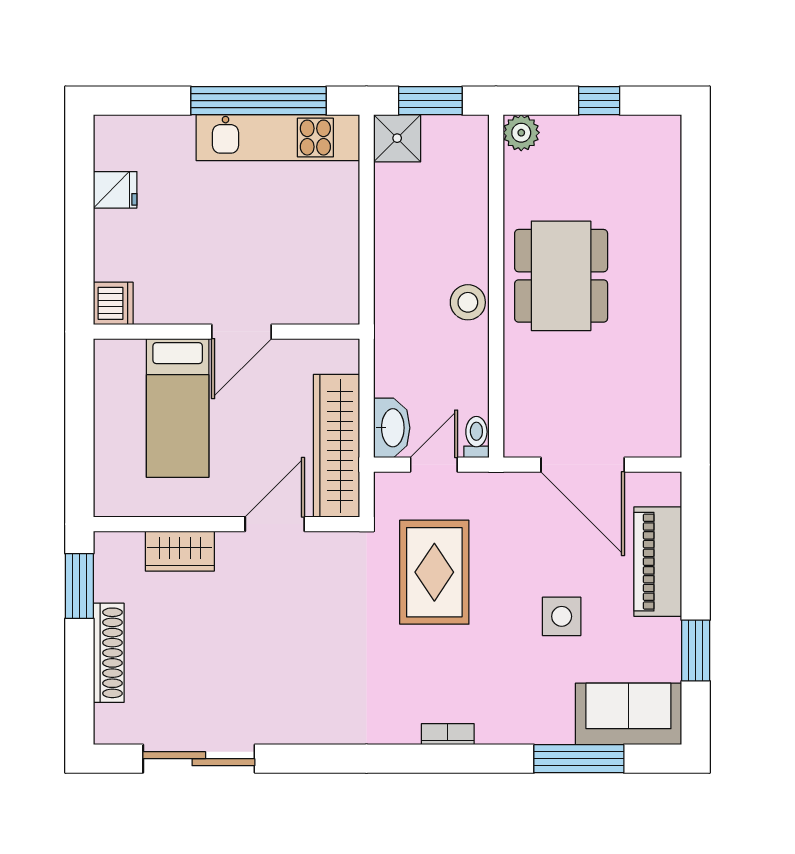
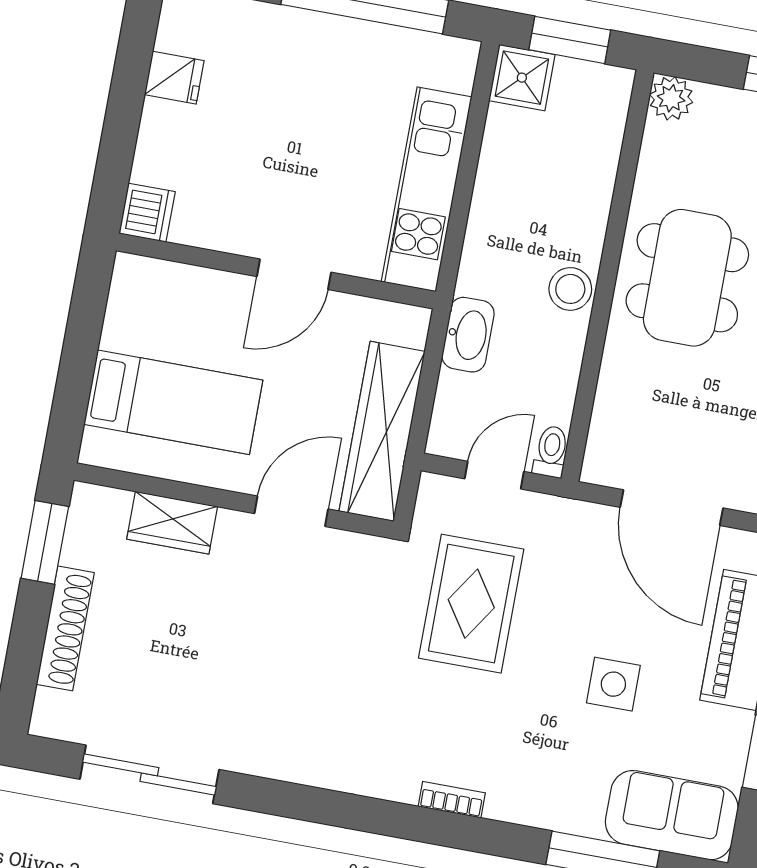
kitchen unit: (278, 138) -> (427, 189), moved, turned 90
bed: (178, 408) -> (173, 402), moved, turned -90
washbasin: (392, 428) -> (468, 335), moved

